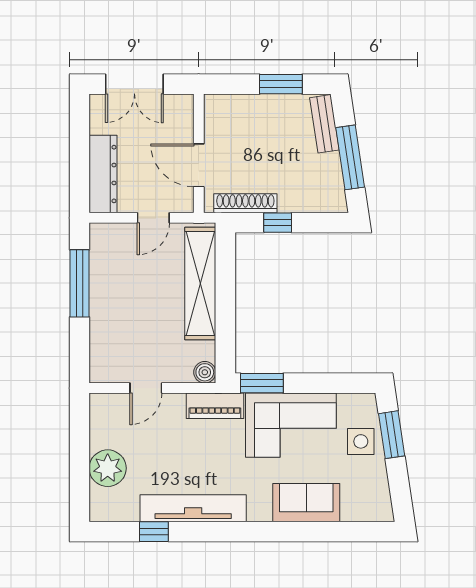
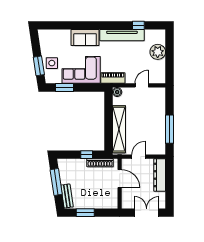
window: (262, 383) -> (64, 87), moved
sofa: (306, 503) -> (85, 37), moved

